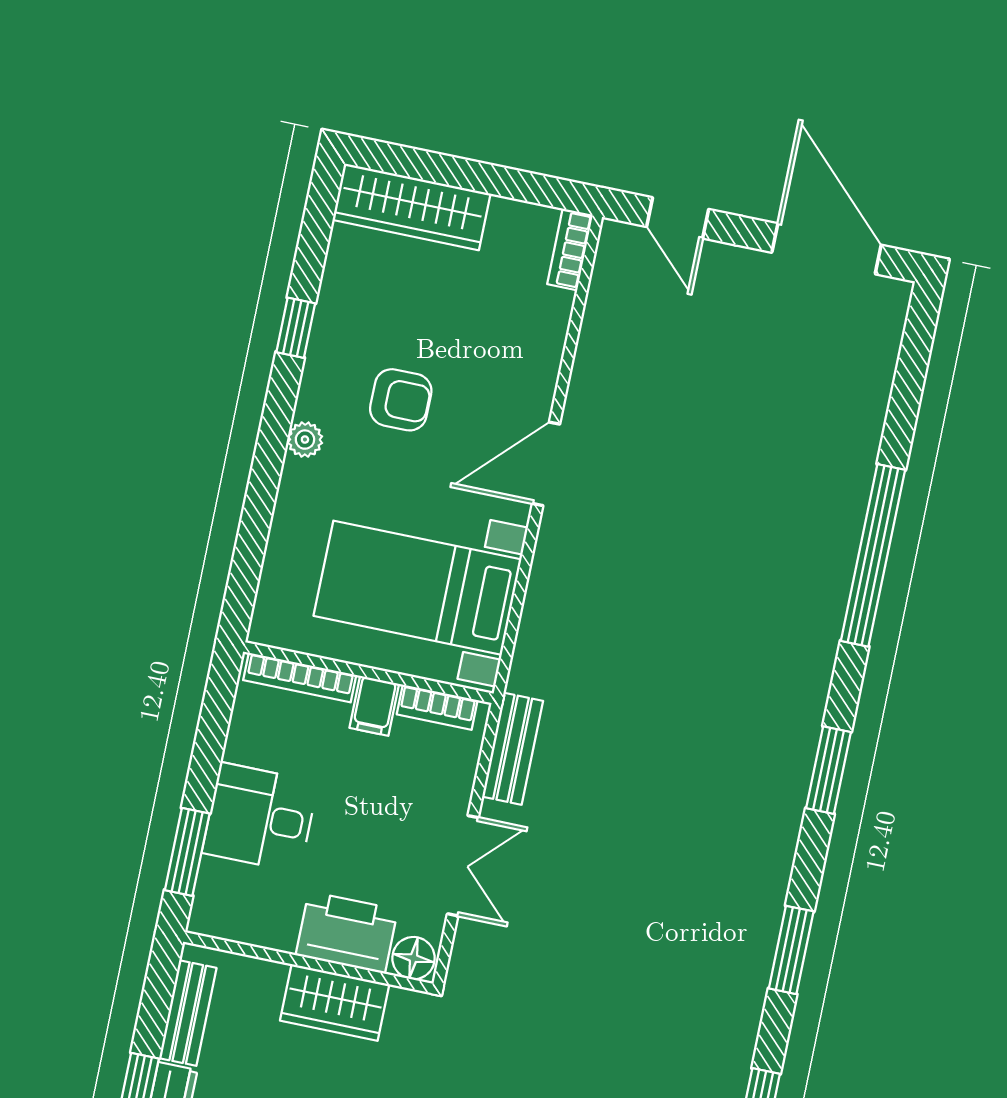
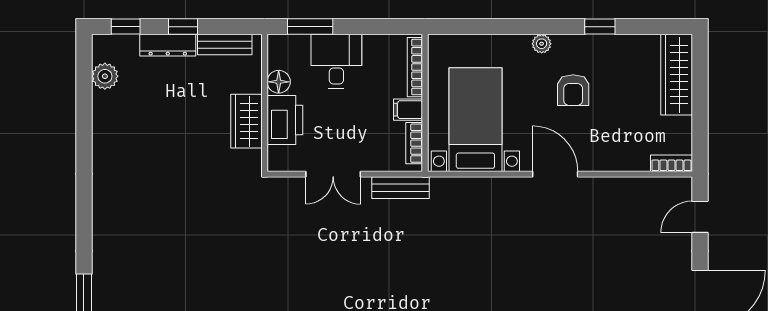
floor lamp: (413, 958) -> (279, 82), moved

